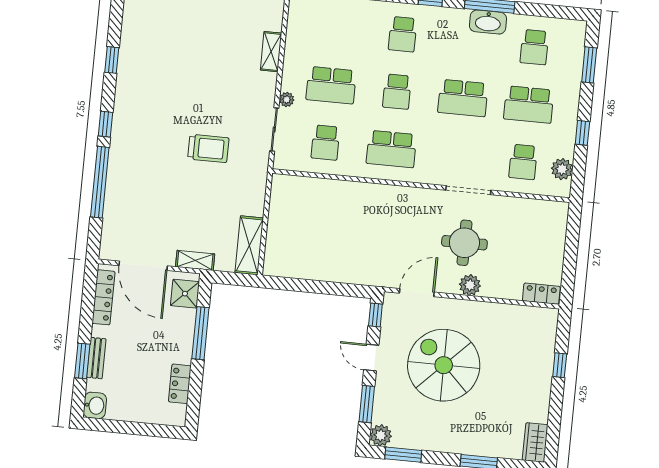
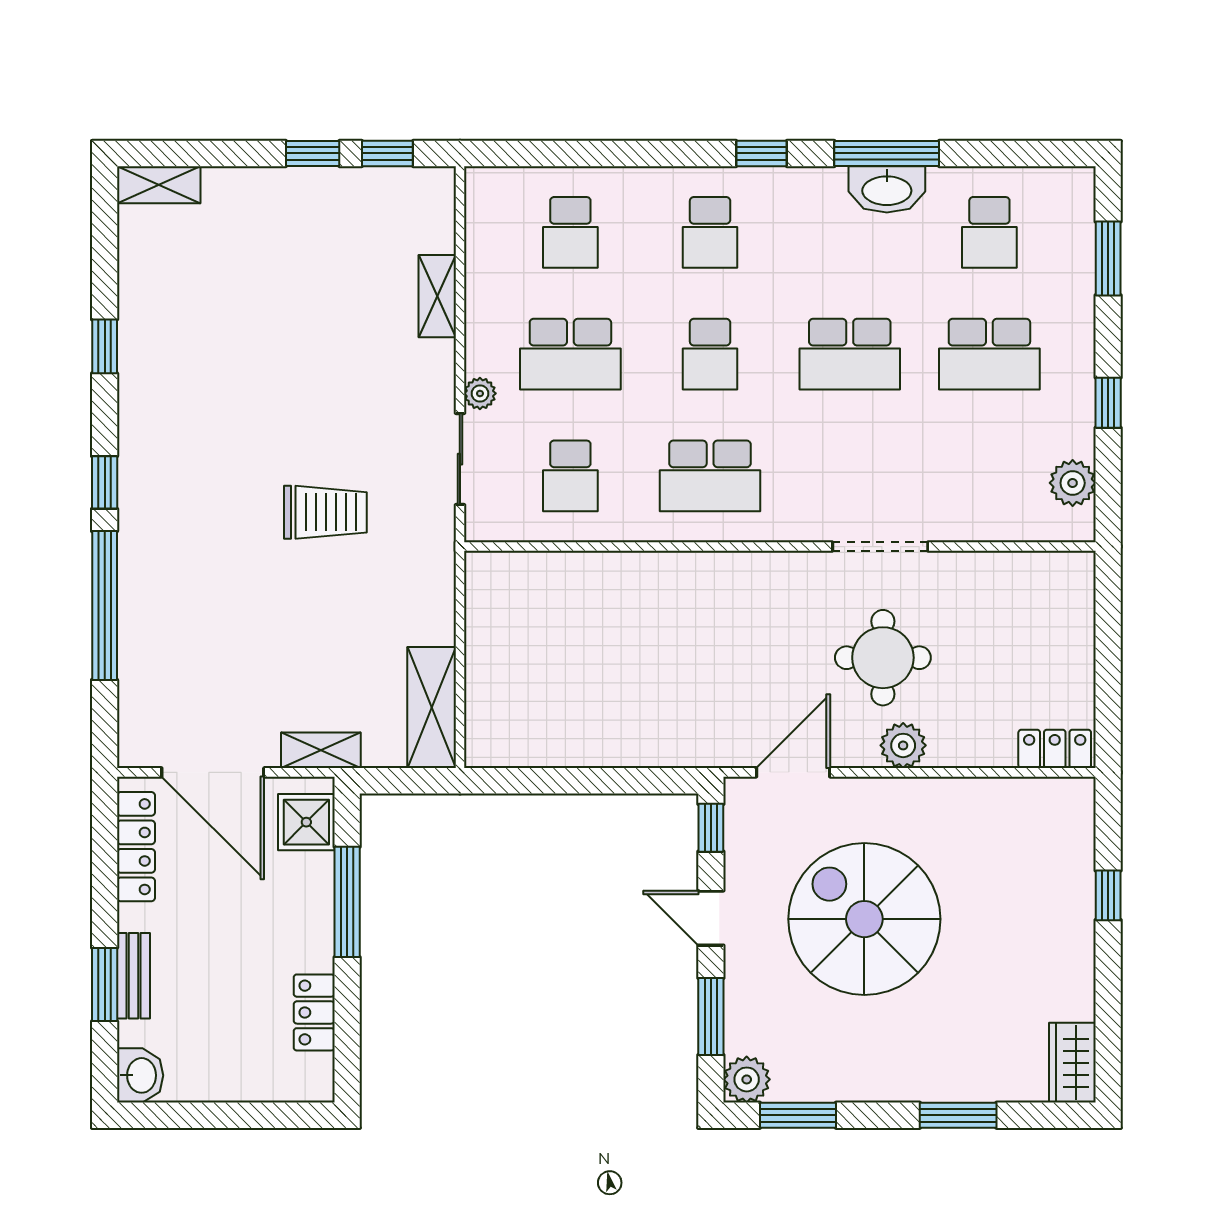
school desk: (523, 162) -> (570, 232), moved

